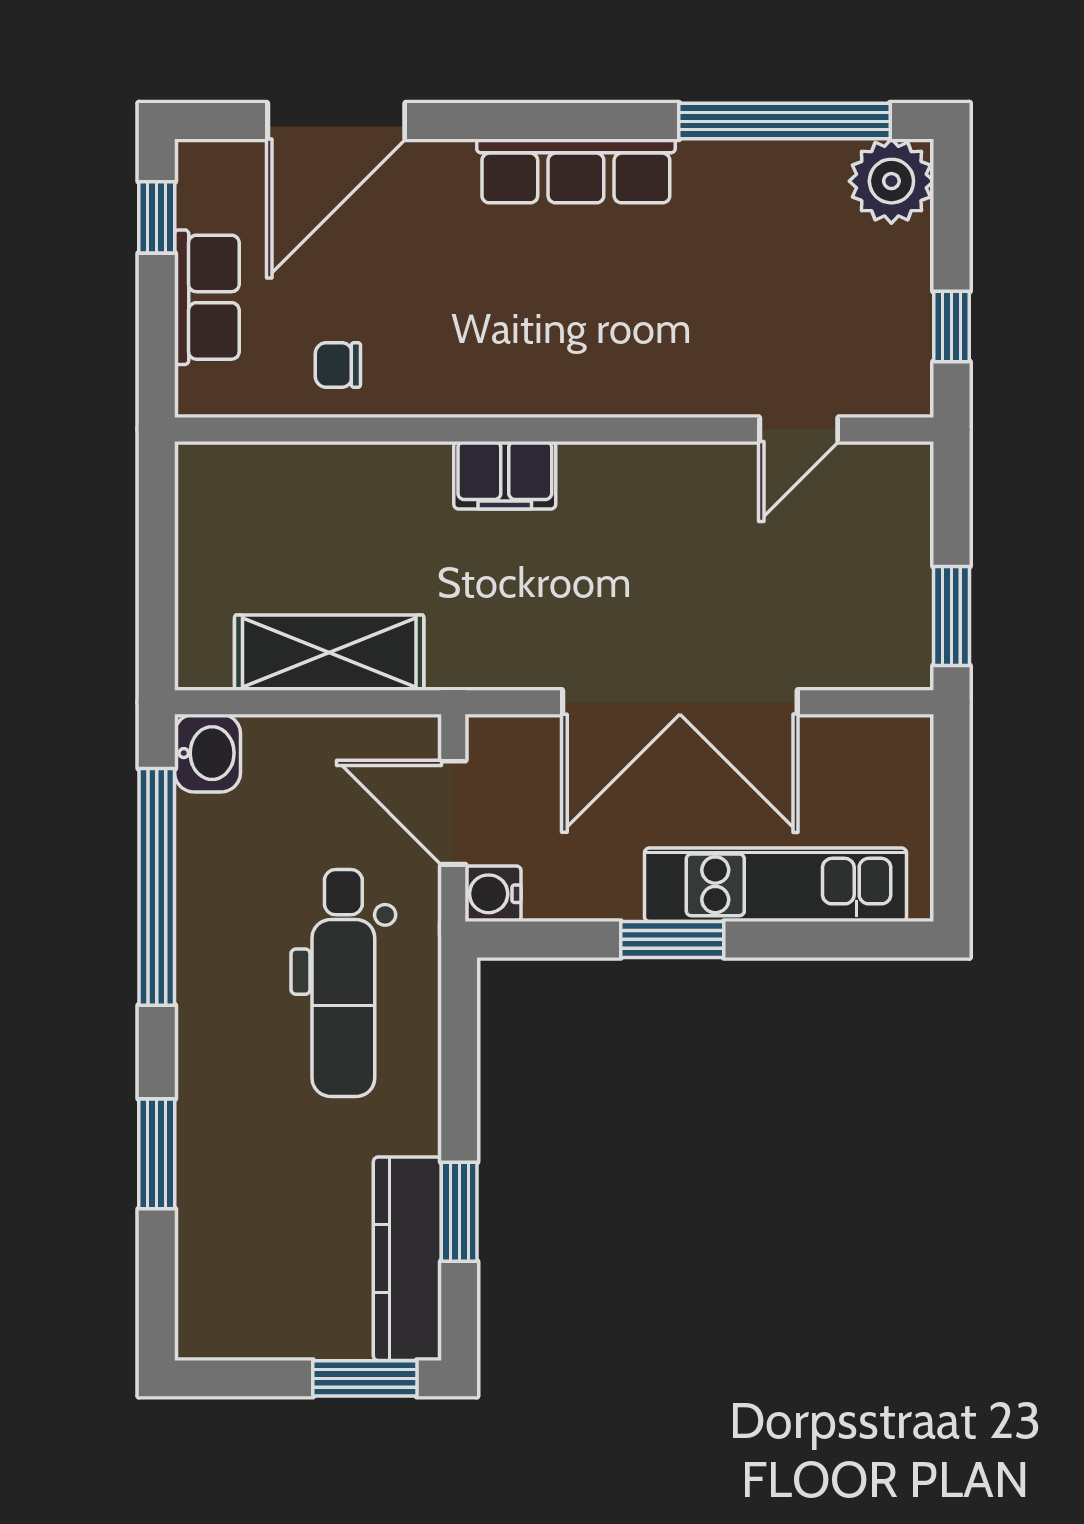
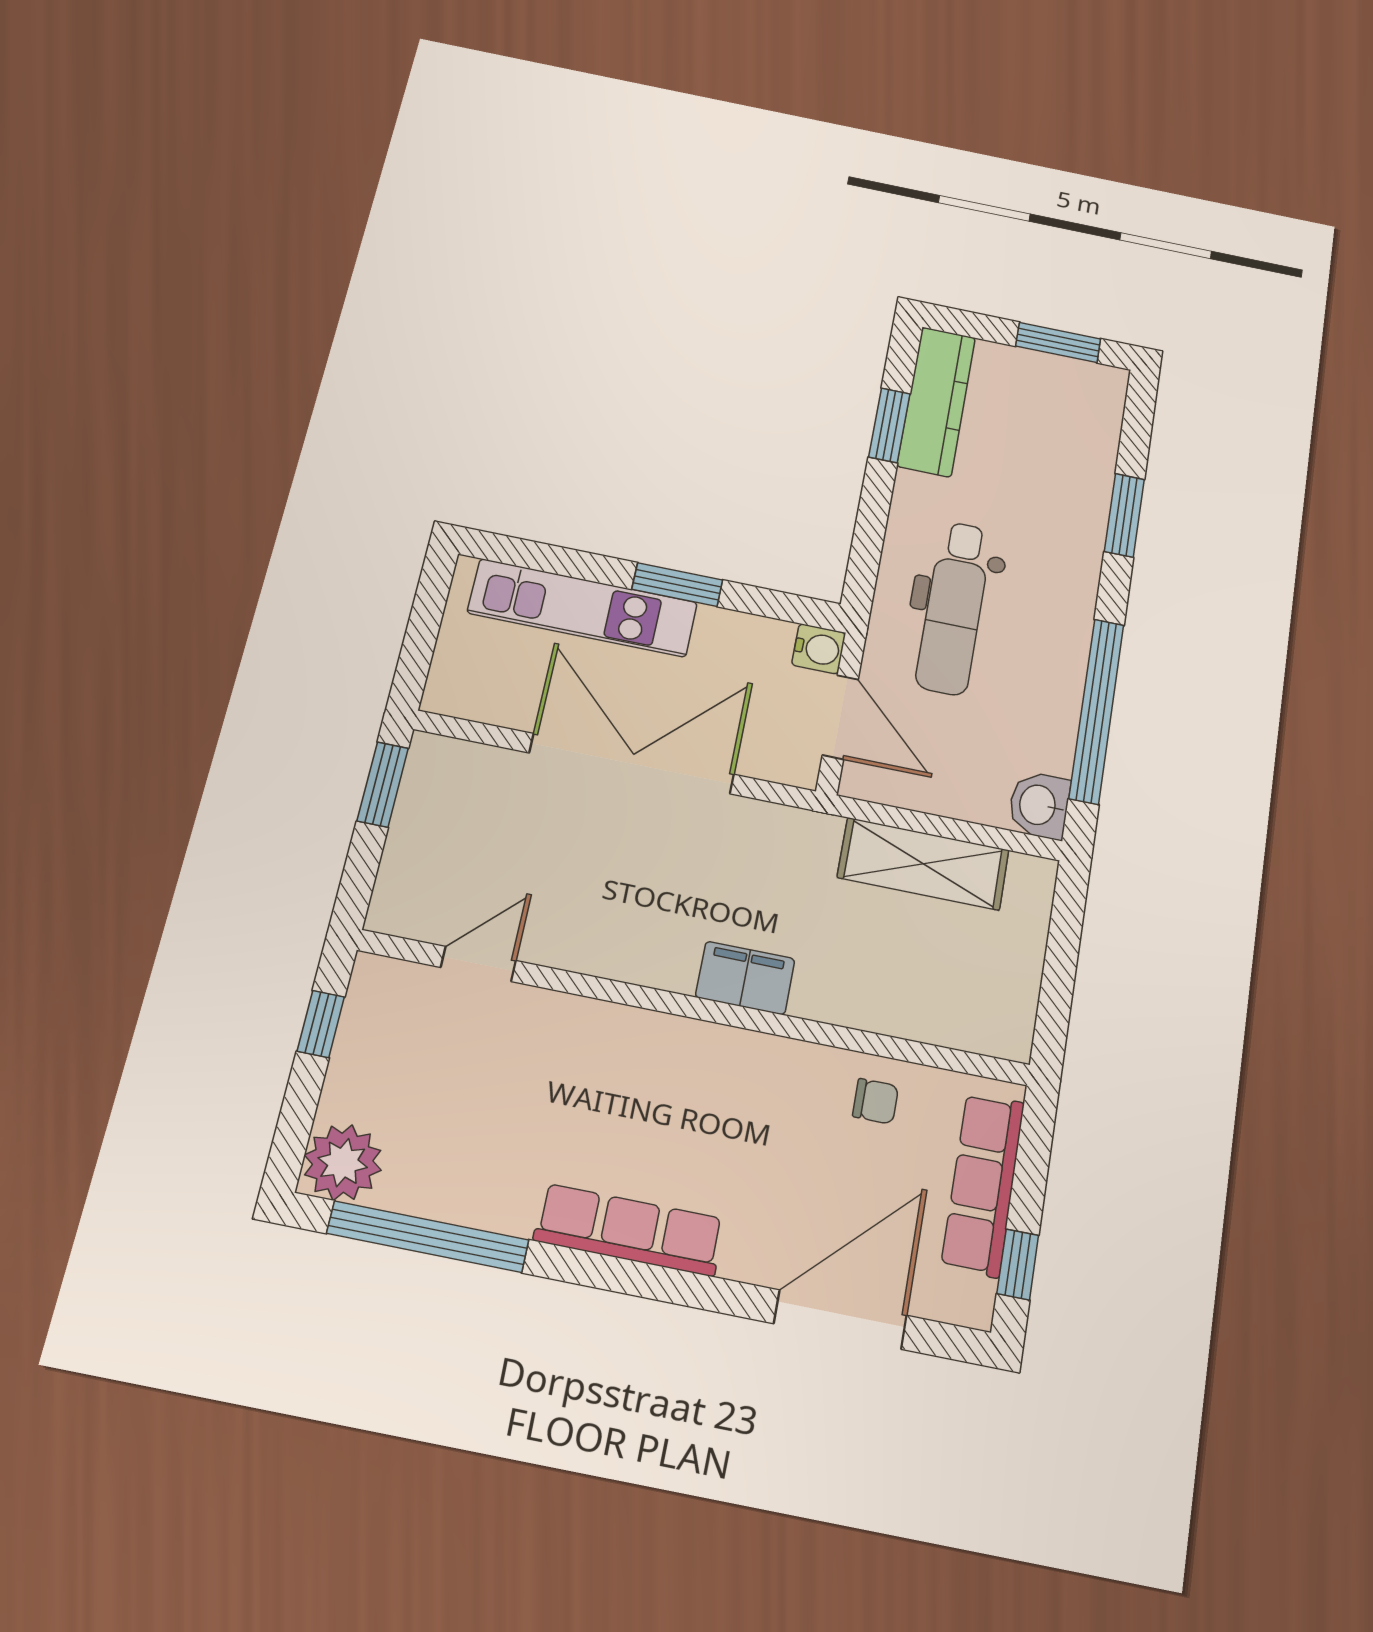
row of seats: (207, 297) -> (983, 1184), width x1.48
dental chair: (343, 983) -> (954, 608), turned 180
window: (365, 1378) -> (1058, 342), moved

